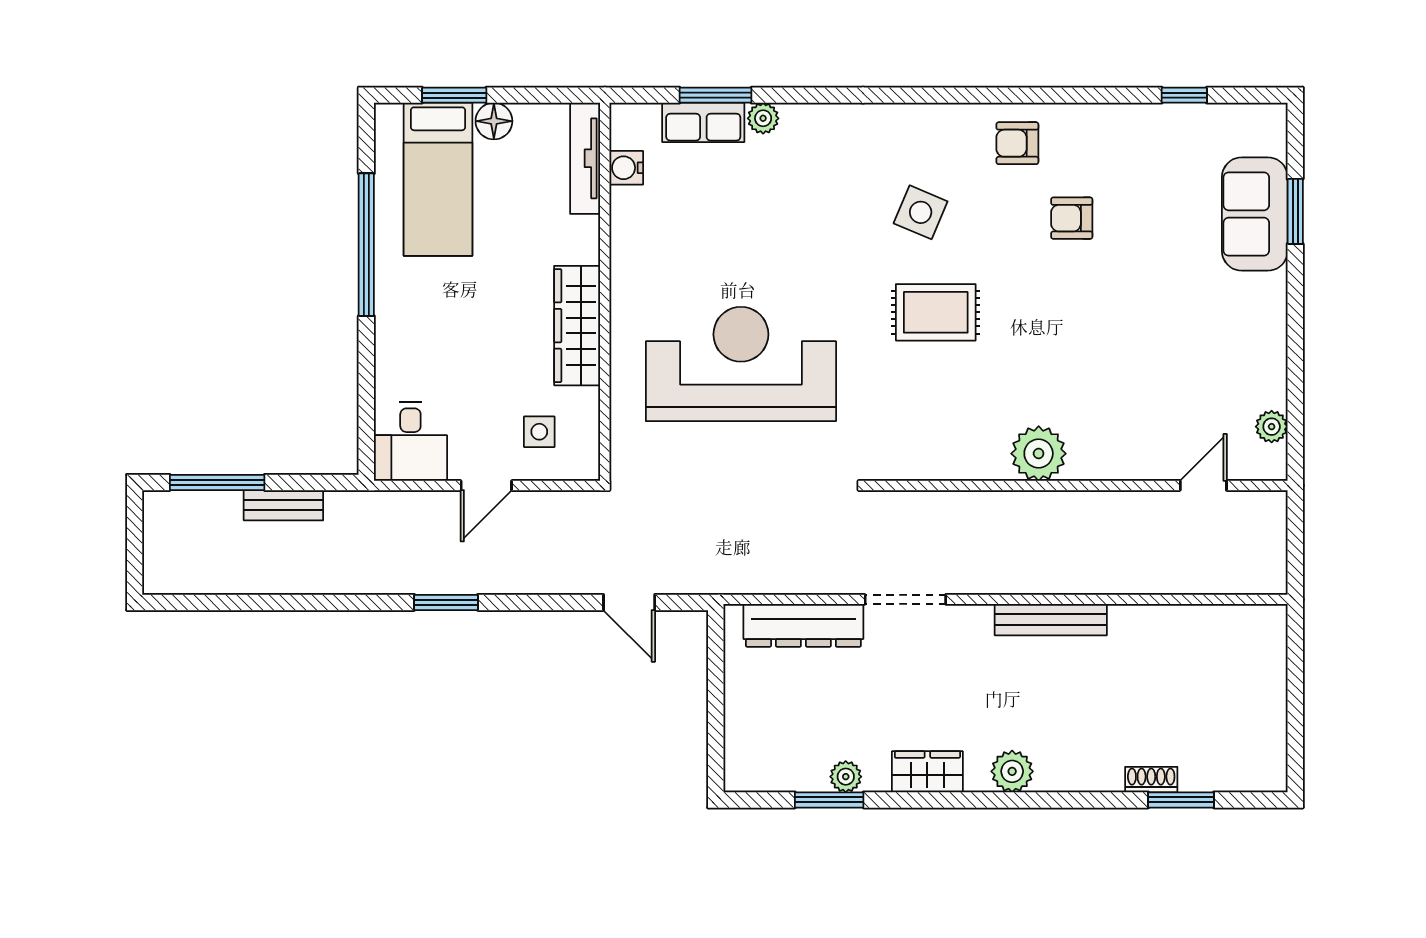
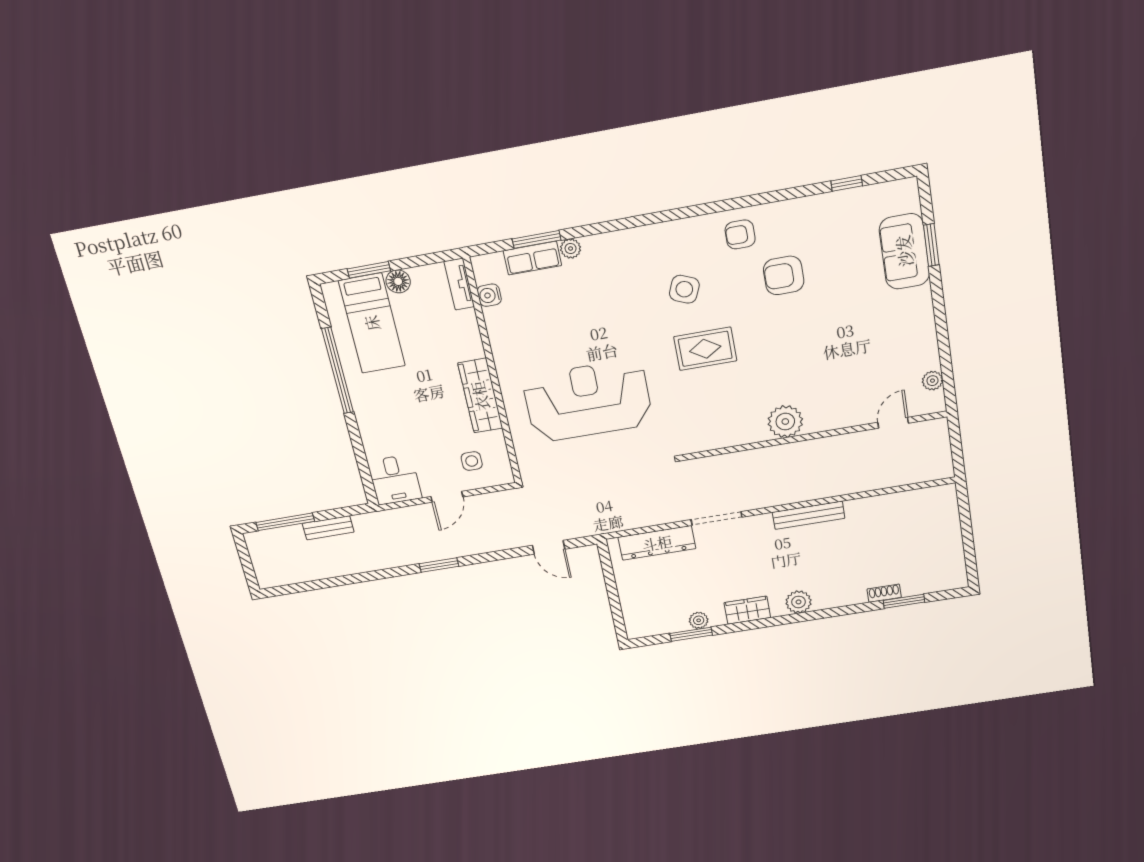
tv unit: (585, 158) -> (459, 284), width x0.71
armchair: (1072, 218) -> (784, 275), width x1.38, depth x1.38

